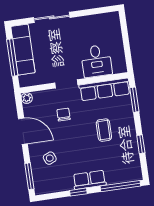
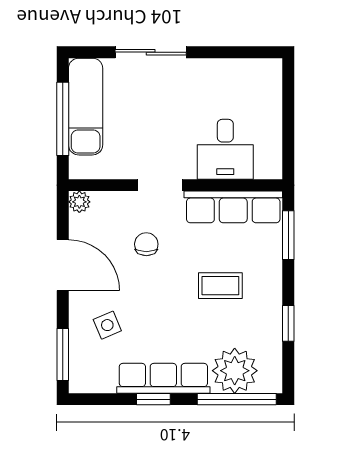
coffee table: (104, 130) -> (220, 286), turned 90
plant: (117, 172) -> (235, 371), added
row of seats: (89, 180) -> (163, 378), width x1.48

